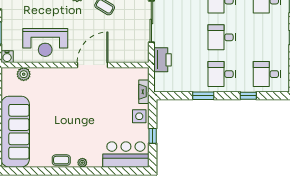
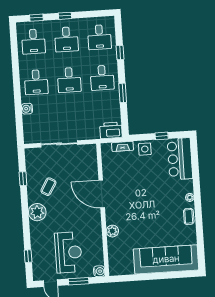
desk: (267, 37) -> (66, 39), added
reception desk: (45, 42) -> (68, 252), moved
printer: (163, 60) -> (111, 130), moved
plant: (24, 74) -> (112, 231), moved

